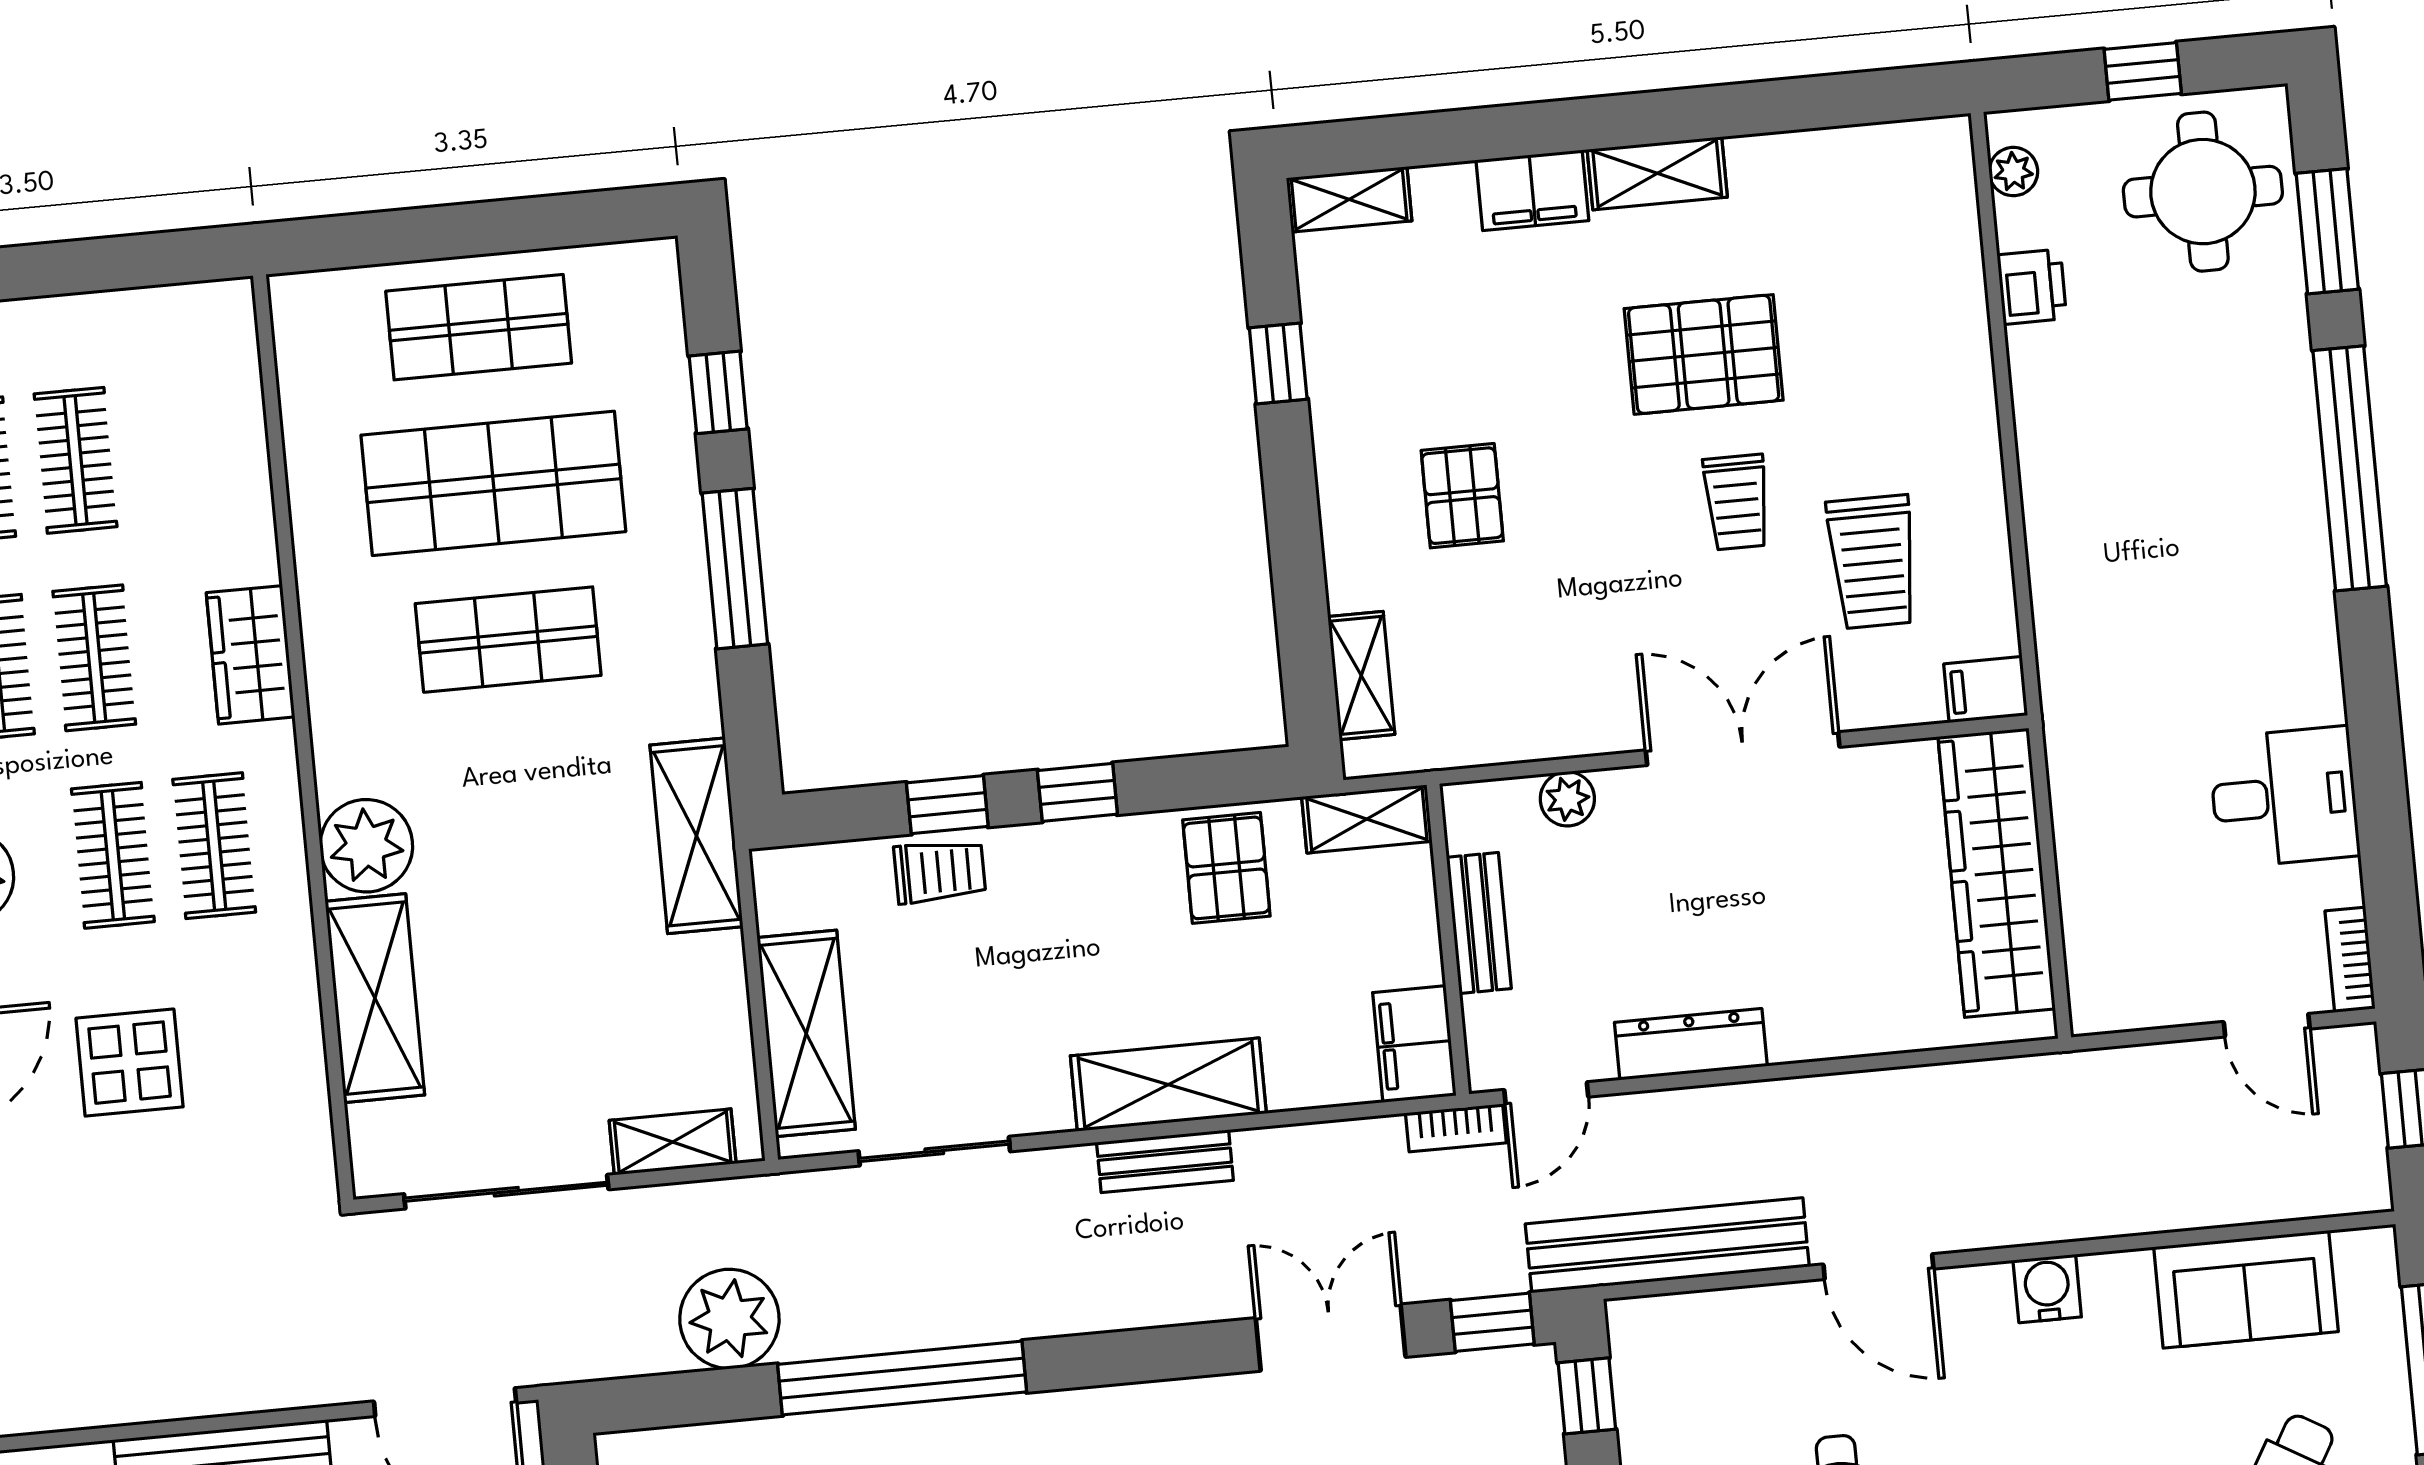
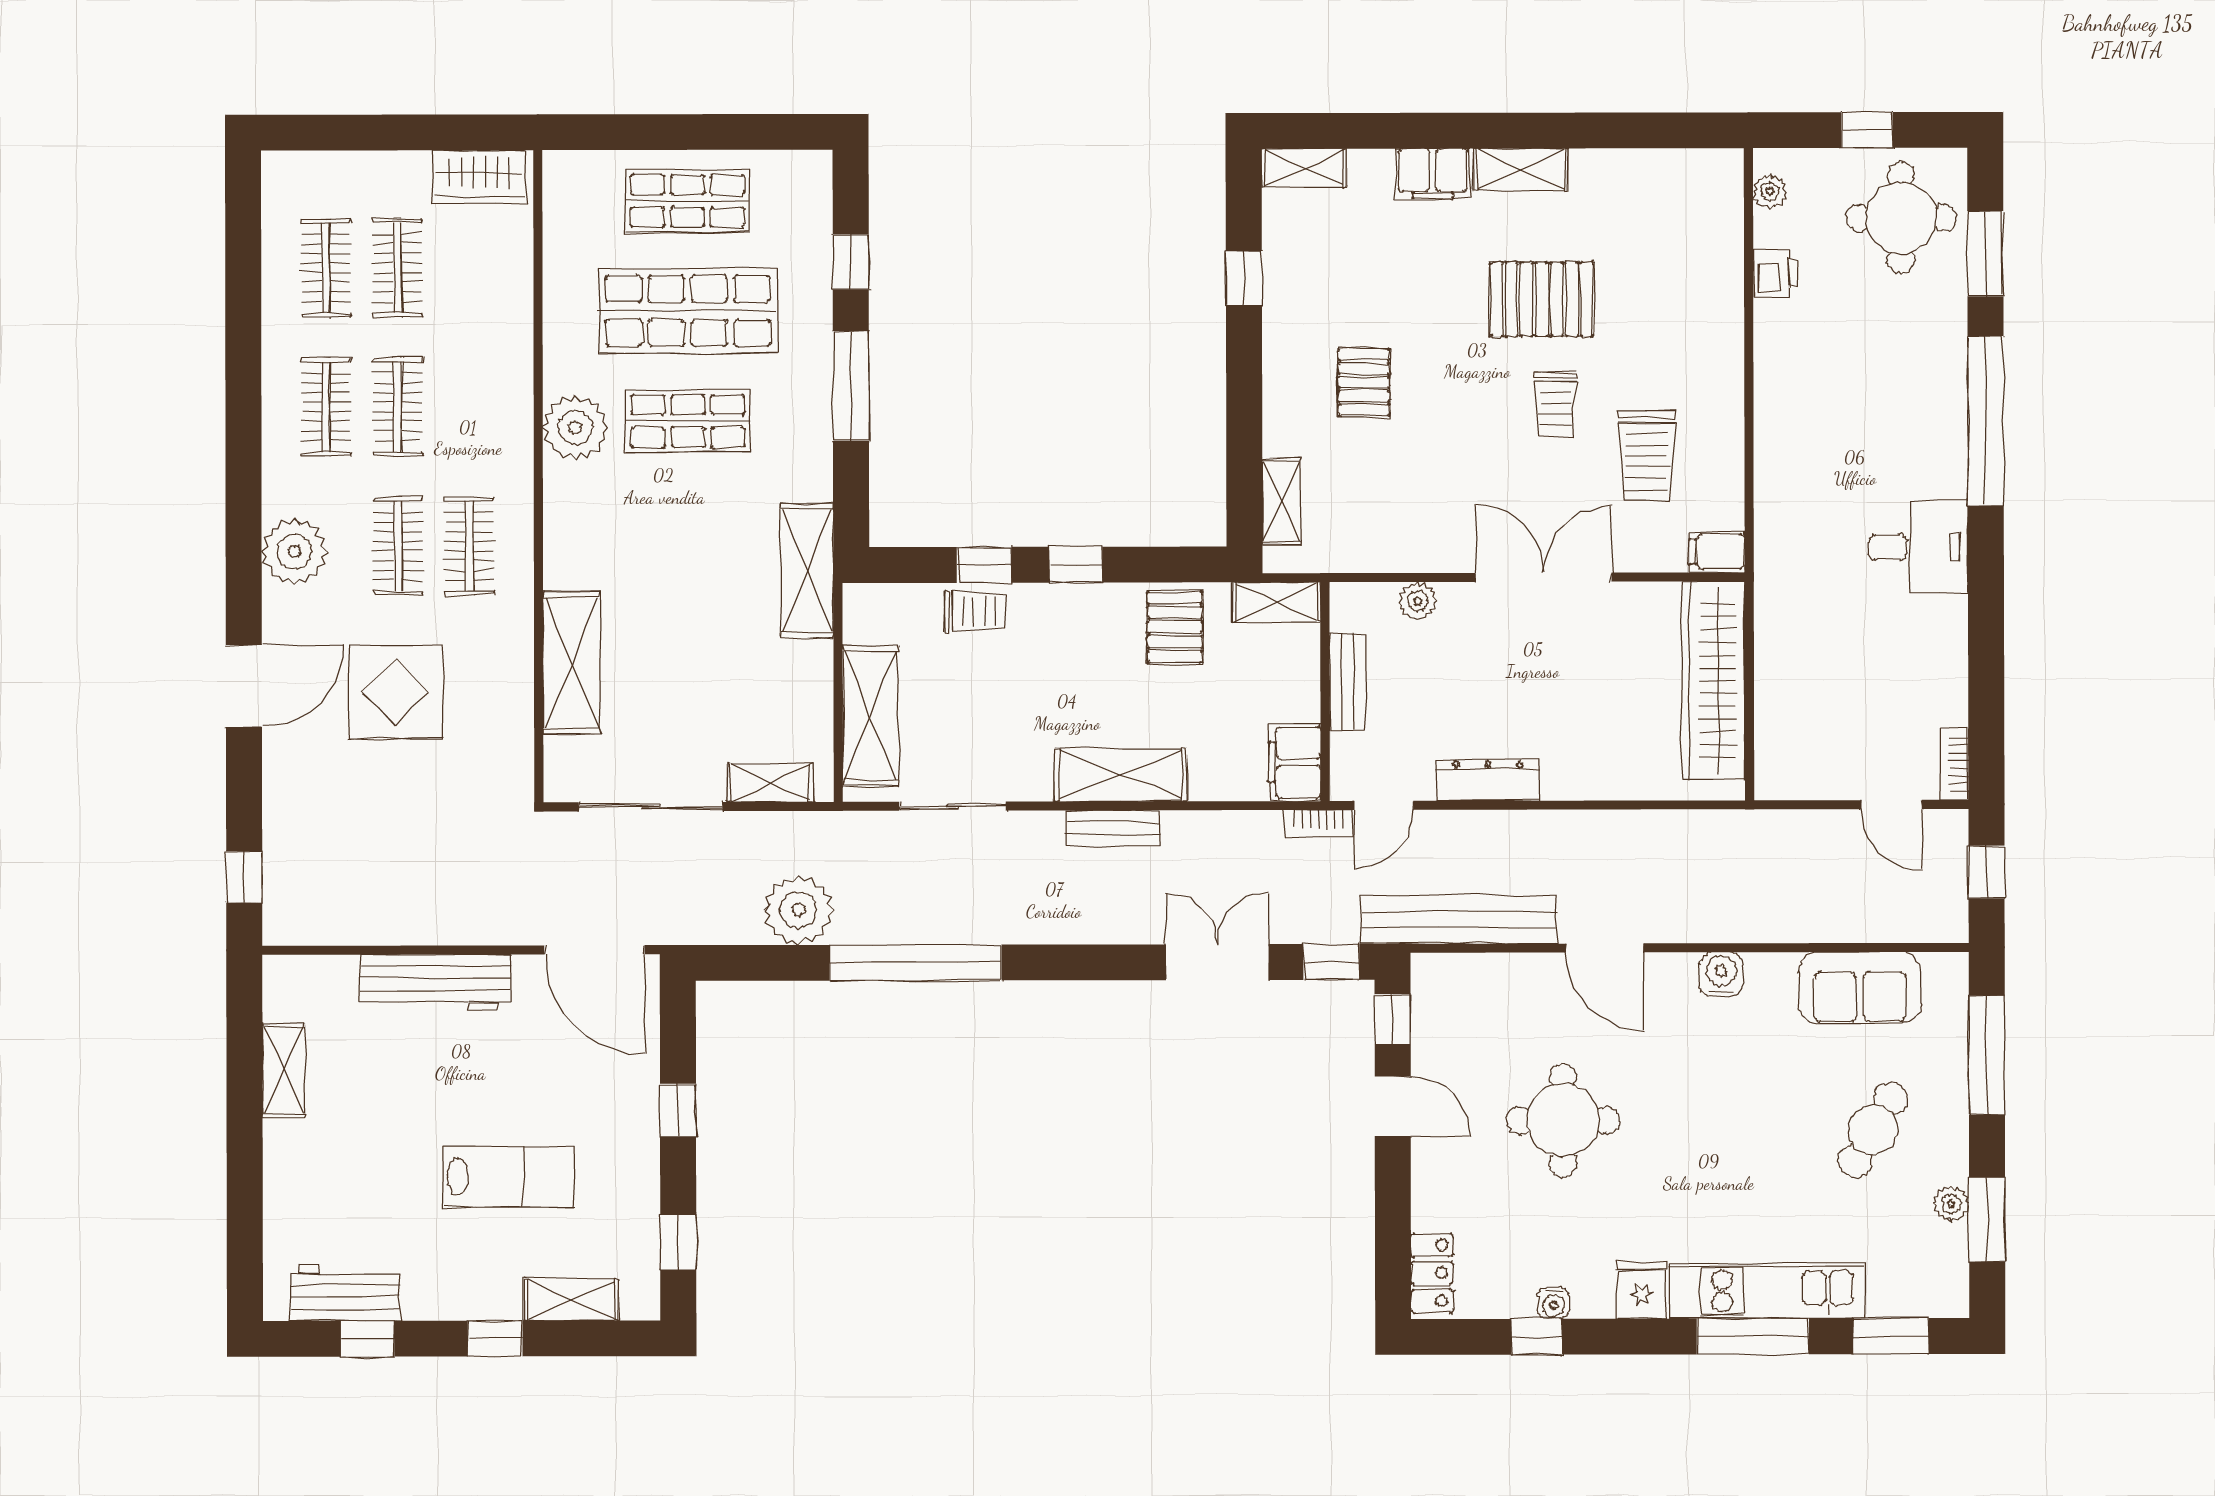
wardrobe: (251, 655) -> (479, 177), moved, turned -90
desk: (2284, 797) -> (1918, 547), moved
plant: (366, 846) -> (575, 428), moved
display table: (130, 1063) -> (396, 692), width x1.36, depth x1.36

